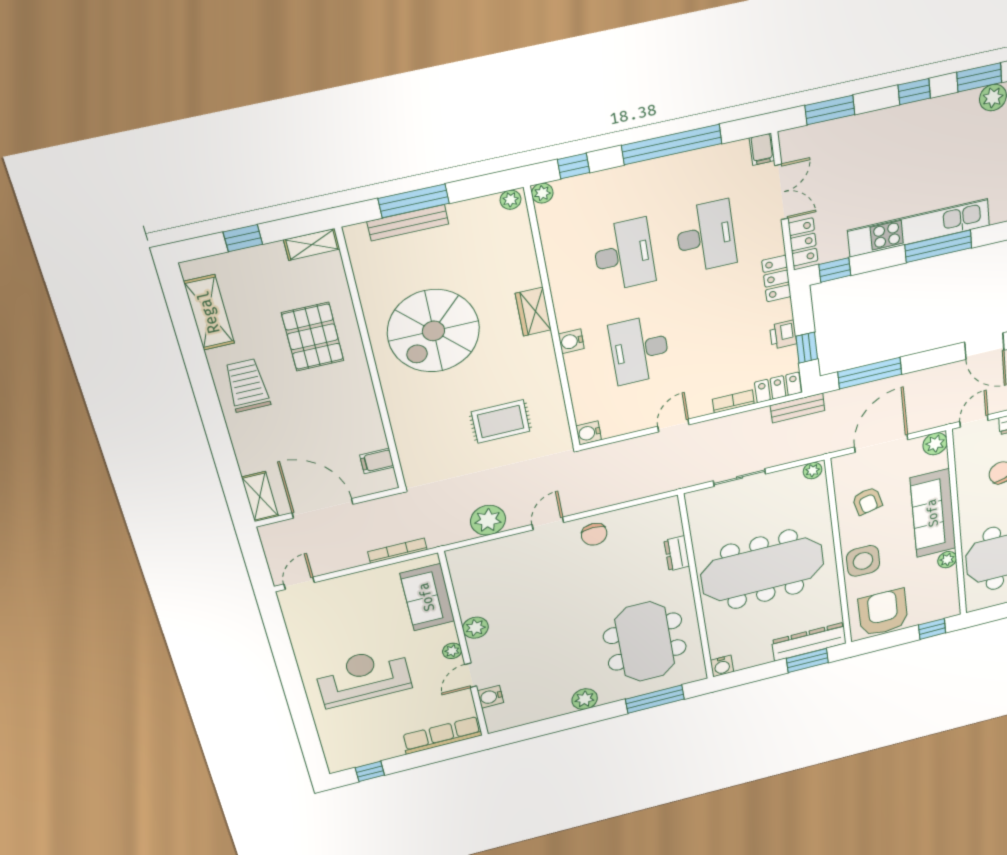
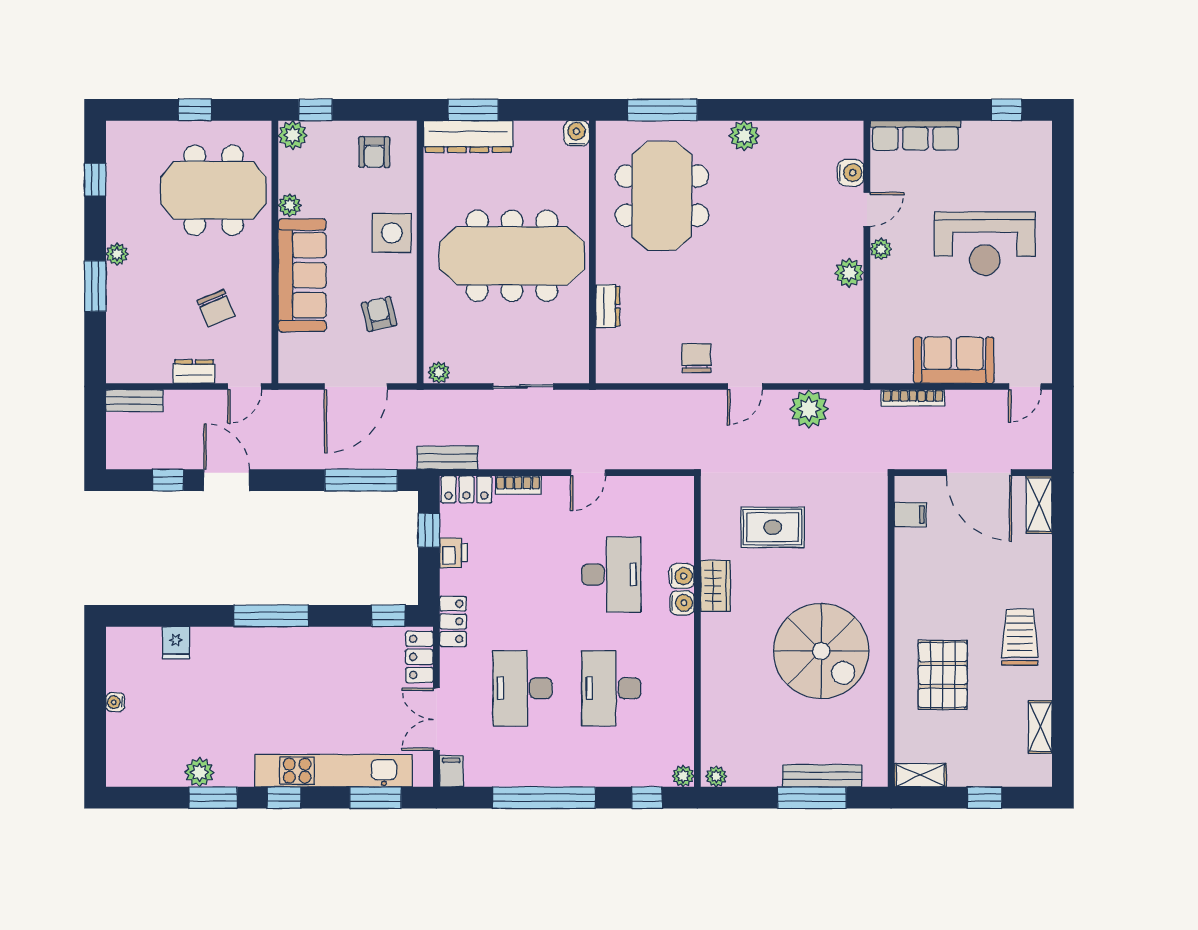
kitchen unit: (919, 228) -> (333, 771), moved, turned 180
shelving: (209, 312) -> (1040, 727), width x0.67, depth x0.75
wardrobe: (533, 312) -> (715, 586), moved
spiral stairs: (433, 331) -> (821, 651), turned 90
trolley: (247, 385) -> (1020, 637), turned 180
water cooler: (589, 433) -> (682, 576), moved
plant: (935, 444) -> (293, 135), moved
sofa: (427, 597) -> (954, 360), moved, turned -90
armchair: (883, 613) -> (374, 152), width x0.53, depth x0.53

